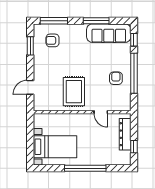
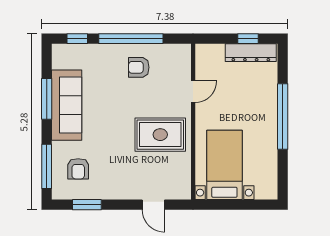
sofa: (109, 33) -> (67, 105), moved
dresser: (125, 134) -> (251, 53), moved
bed with nightstands: (55, 147) -> (224, 165), moved

